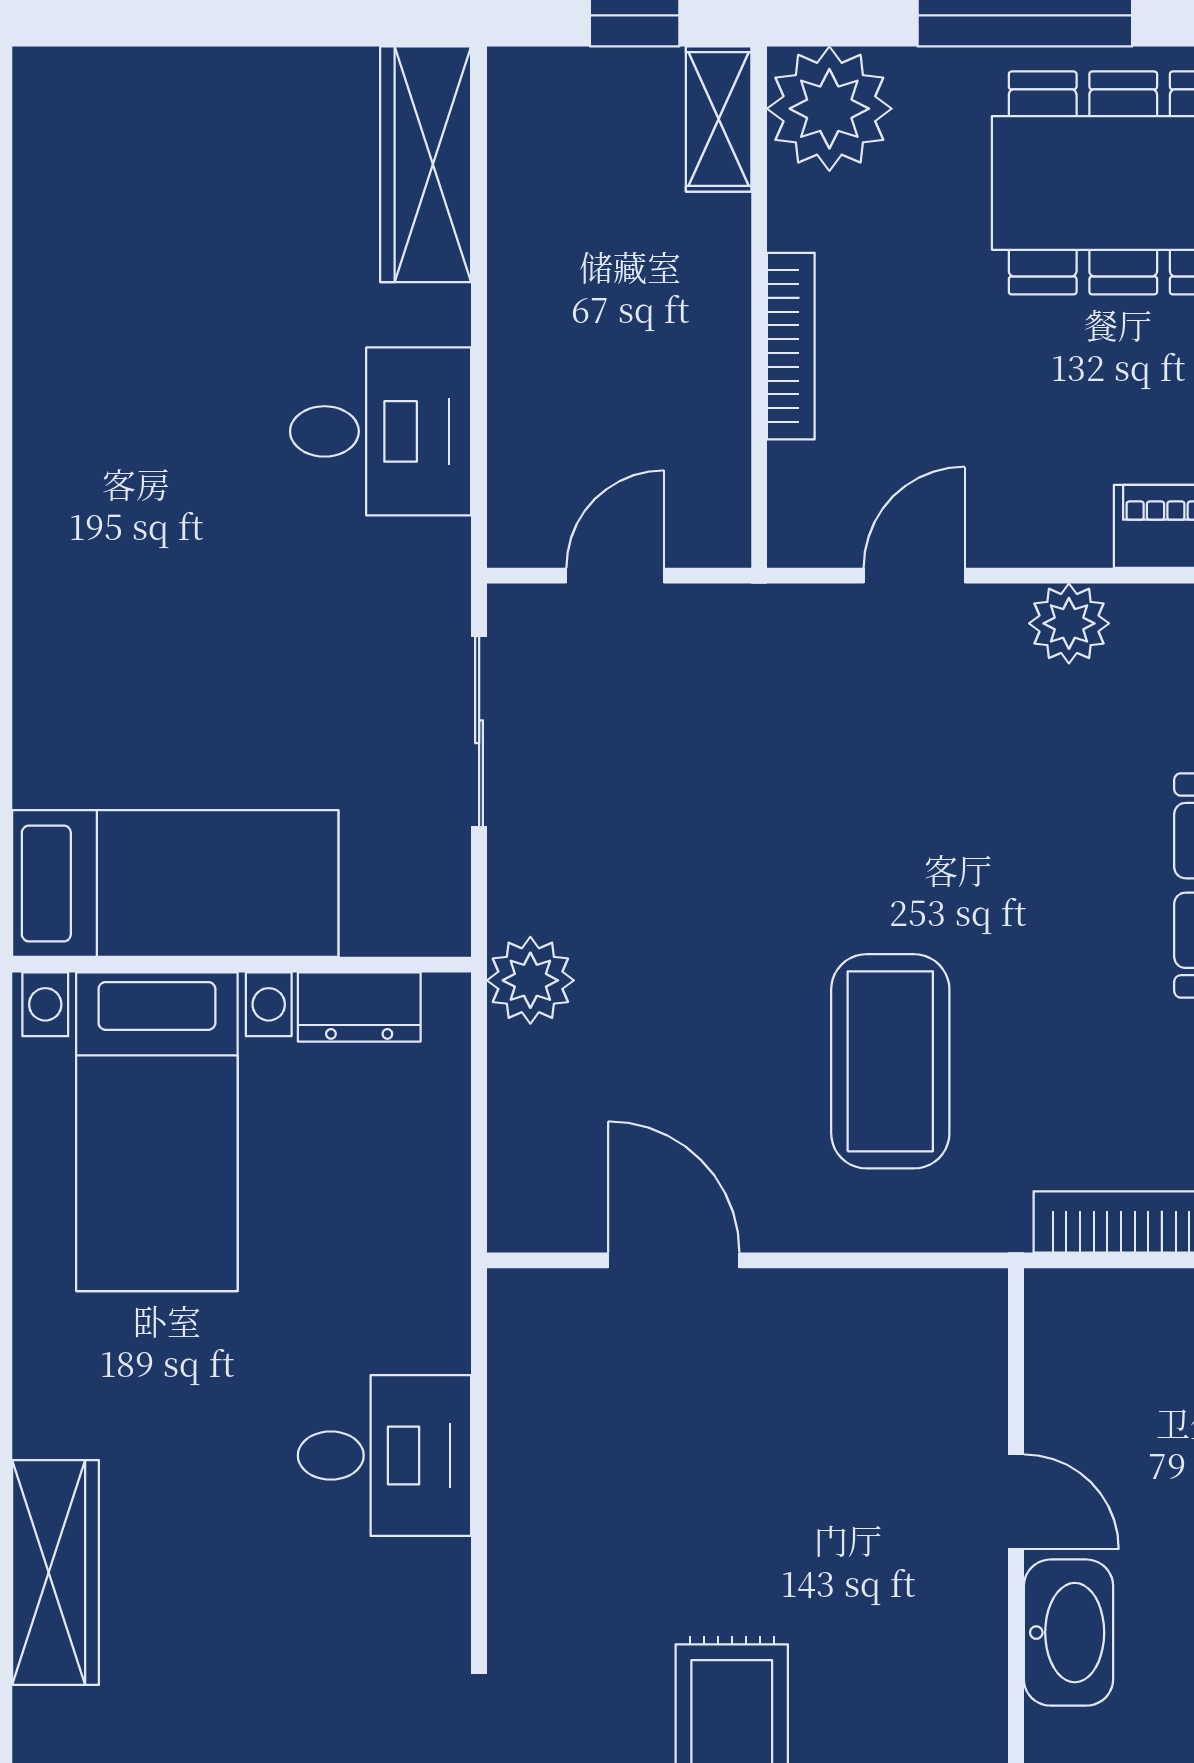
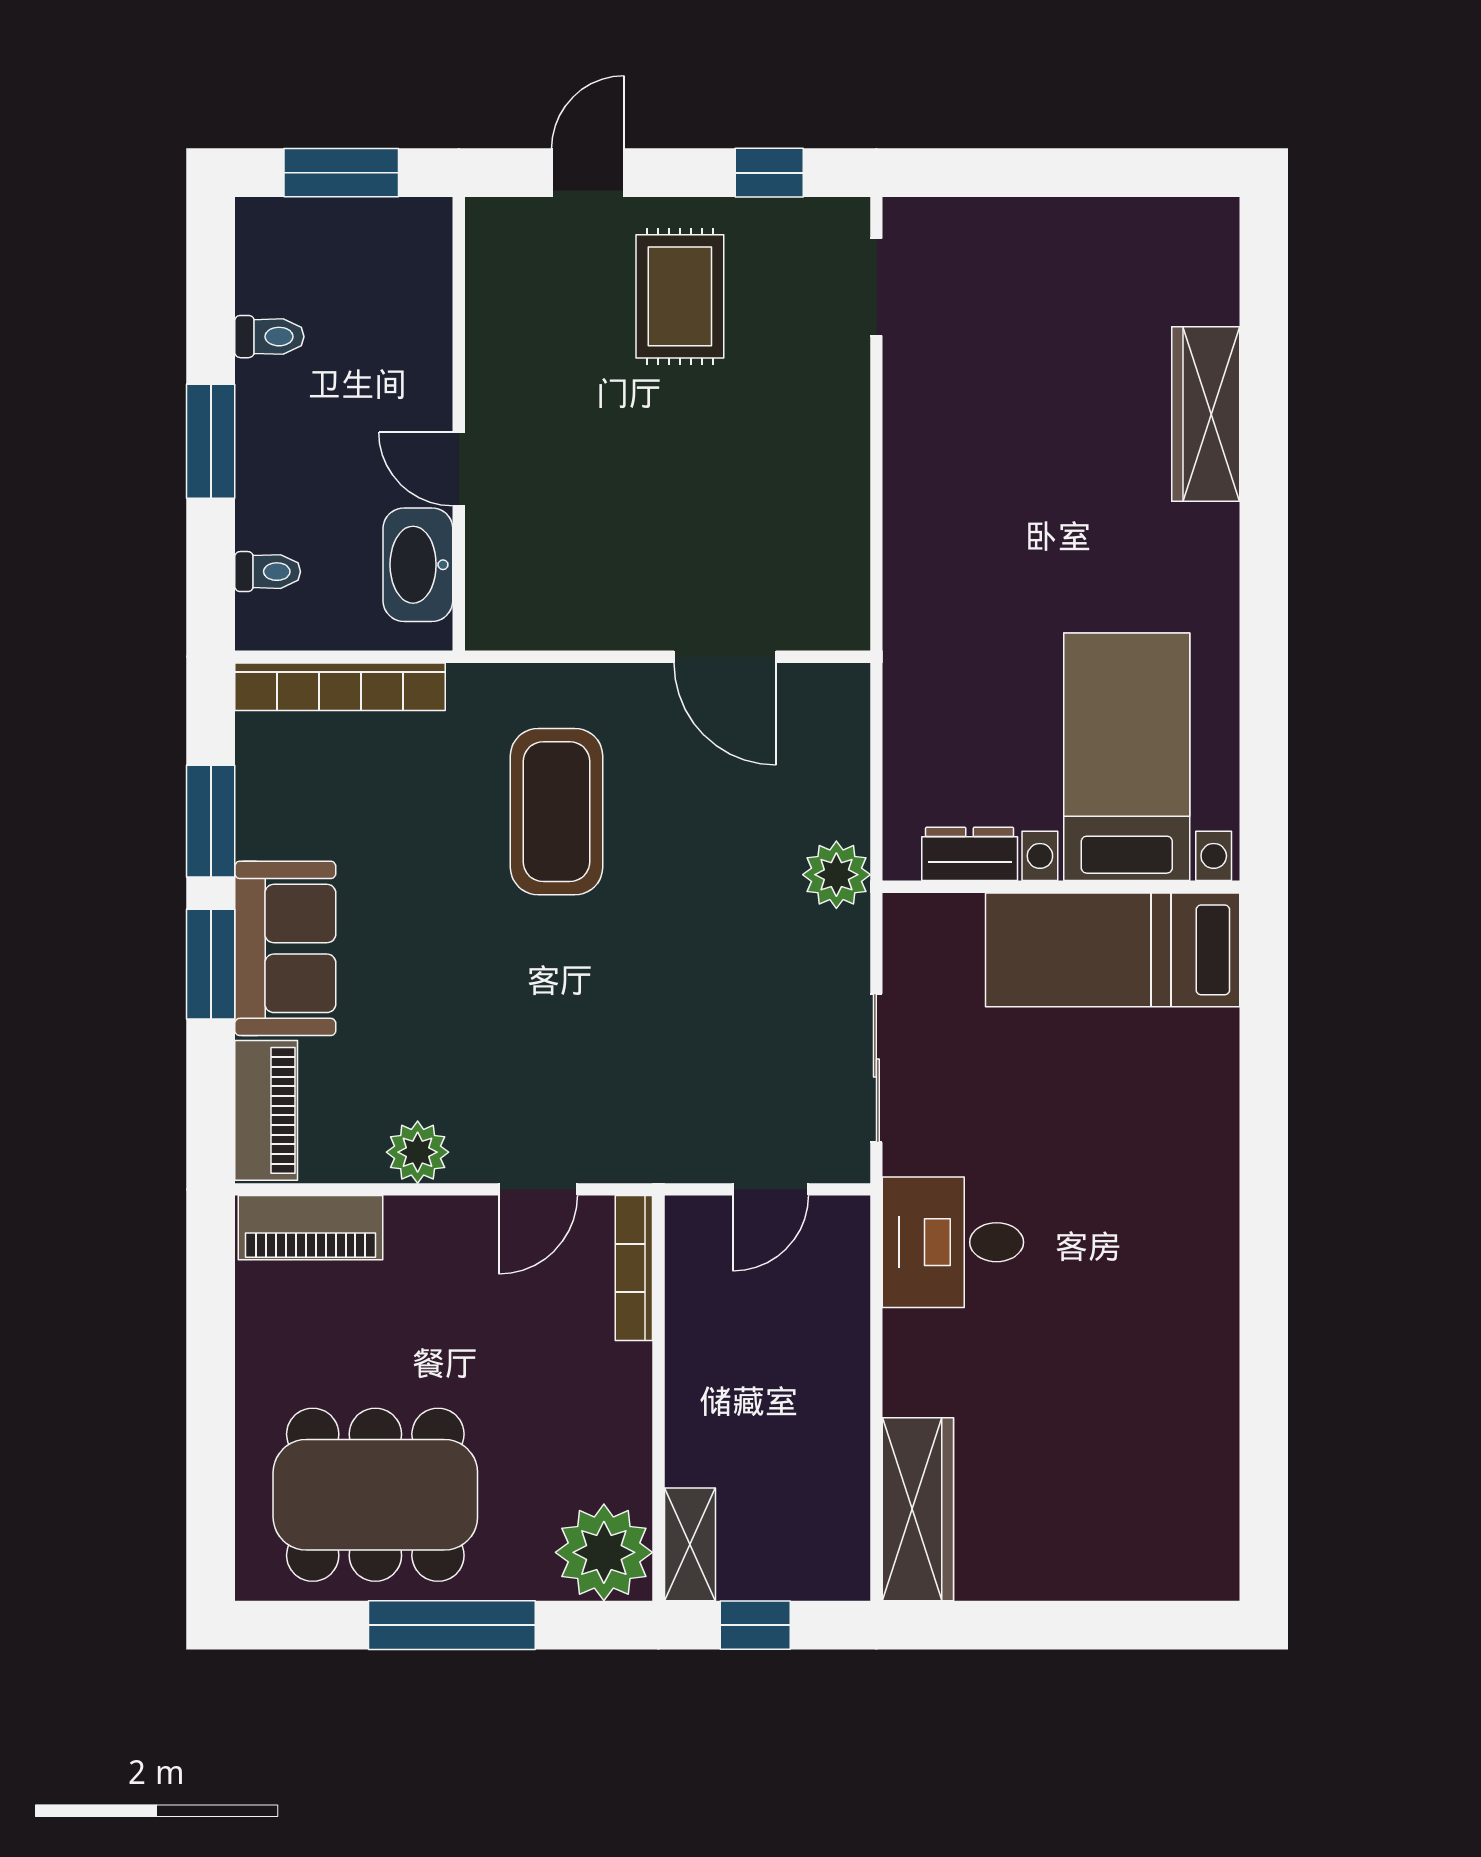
bookcase: (791, 346) -> (634, 1268), moved
desk: (381, 431) -> (953, 1242), moved
desk: (385, 1456) -> (950, 505), removed
washbasin: (1068, 1633) -> (418, 565), moved

